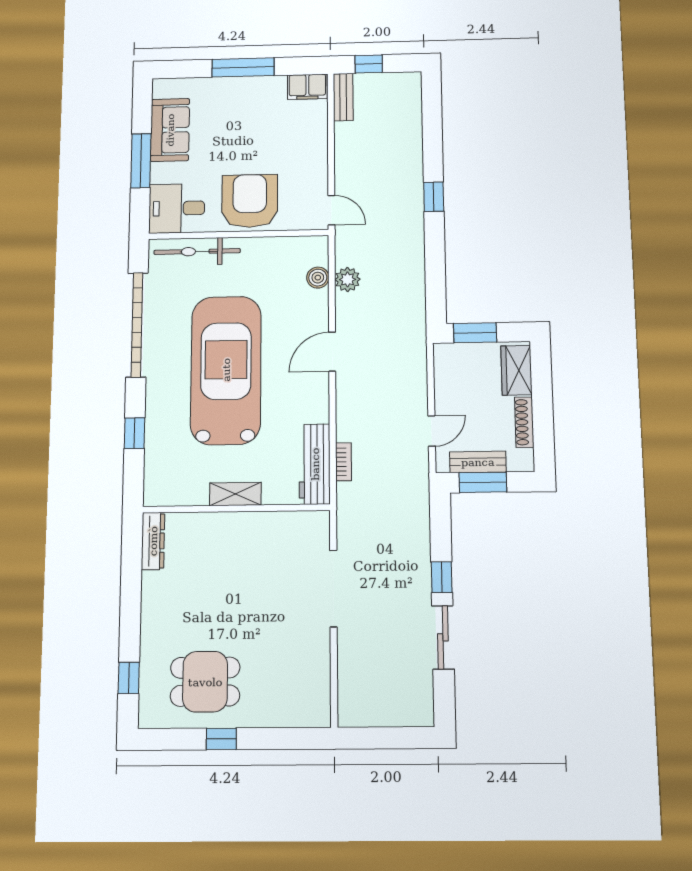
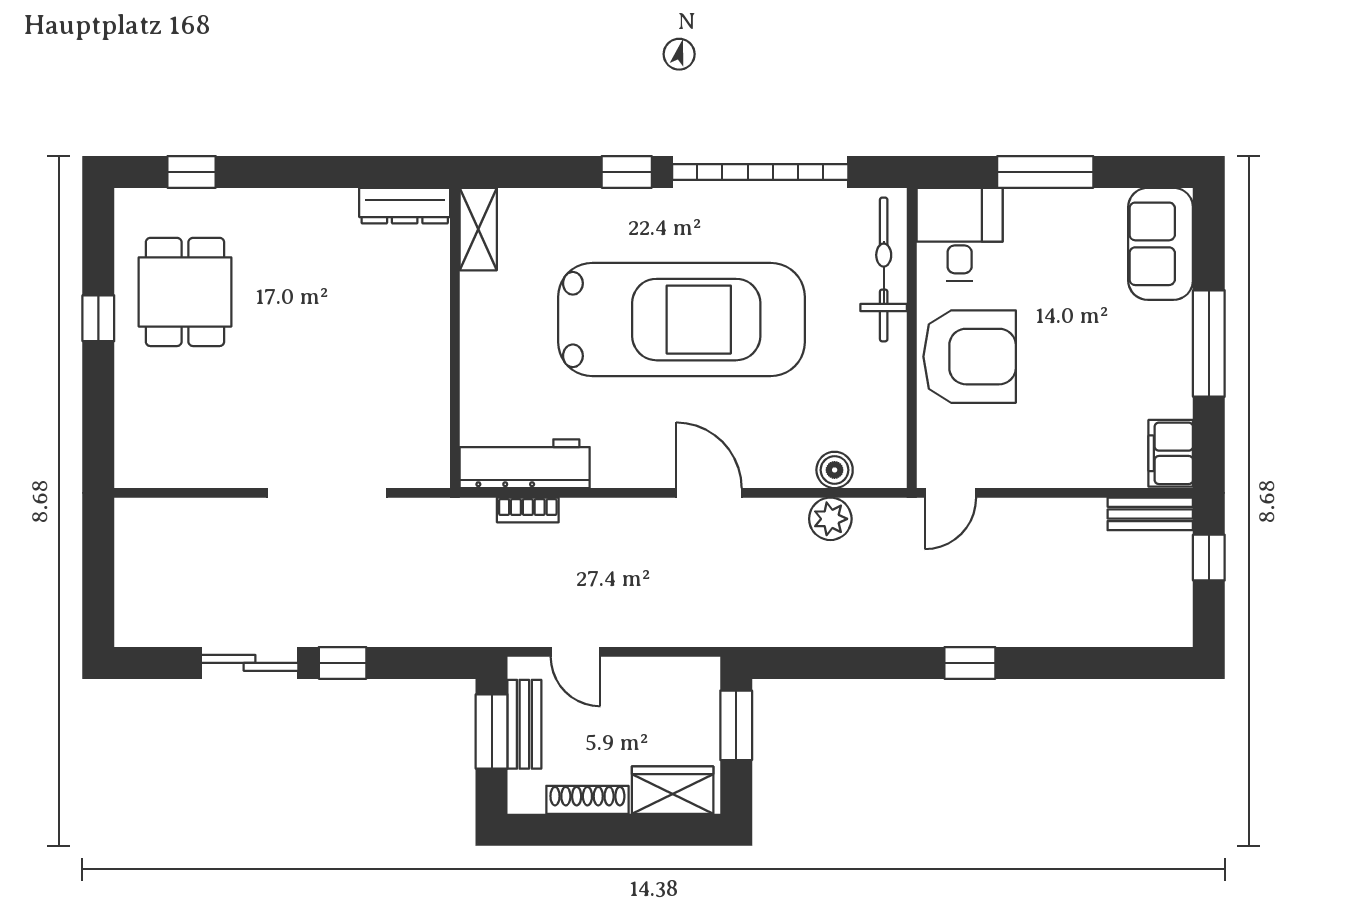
sofa: (170, 130) -> (1161, 244), moved, turned 90
window: (134, 433) -> (627, 172), moved
shelving: (235, 494) -> (478, 229), moved

